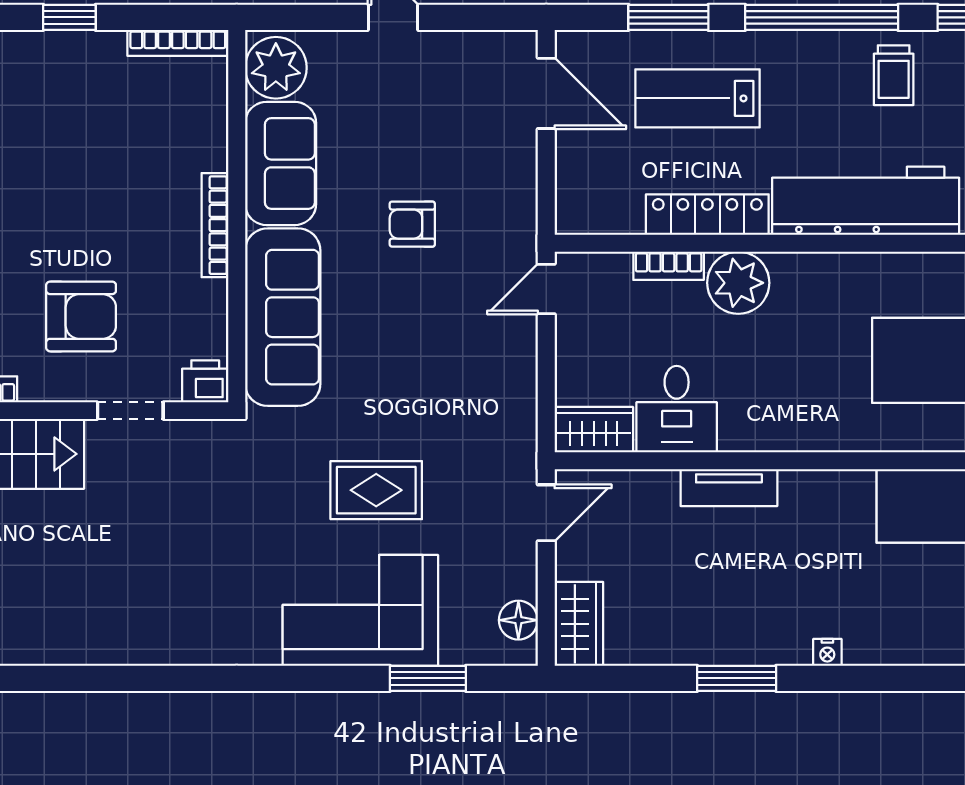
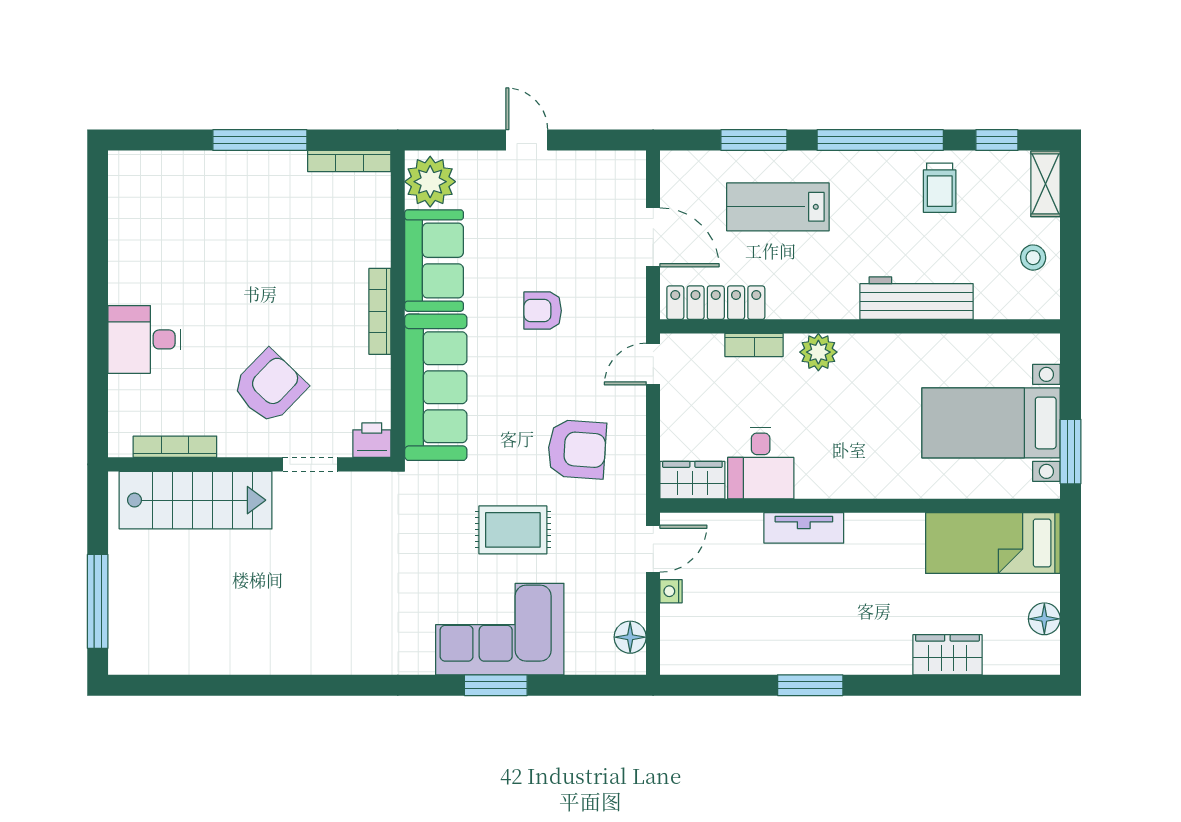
window: (69, 17) -> (260, 140), width x2.17
door: (546, 93) -> (653, 237), moved
workbench: (866, 201) -> (917, 298), width x0.73, depth x0.76
locker: (707, 215) -> (716, 303), moved
plant: (738, 283) -> (818, 352), width x0.73, depth x0.73
armchair: (81, 316) -> (269, 387), turned -46
armchair: (454, 392) -> (577, 449), added
wardrobe: (579, 624) -> (947, 655), moved, turned -90
nightstand: (827, 652) -> (671, 591), moved, turned 90
window: (428, 678) -> (496, 685), moved

